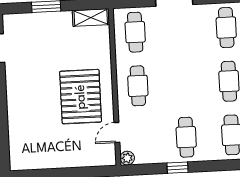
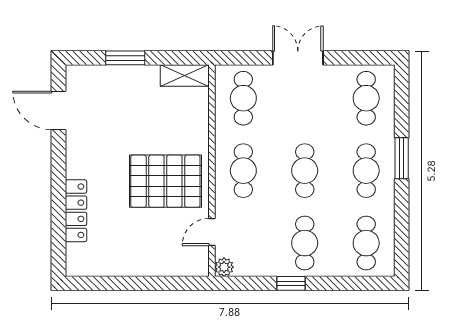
cafe table: (183, 84) -> (305, 171), added
pallet: (81, 97) -> (165, 181), turned 90
locker: (15, 122) -> (76, 211), added

